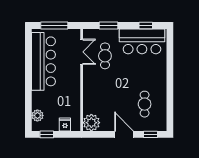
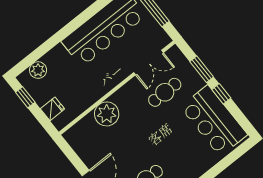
window: (146, 26) -> (221, 94), moved
plant: (91, 123) -> (107, 114), moved

